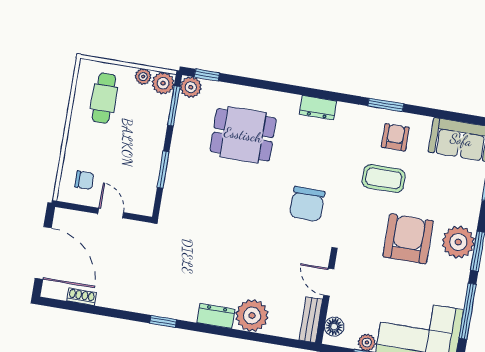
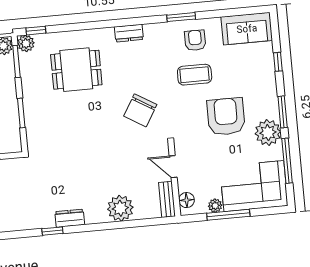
chair: (307, 204) -> (140, 110), turned 30
plant: (458, 242) -> (268, 133), moved
dresser: (216, 316) -> (70, 218), moved

